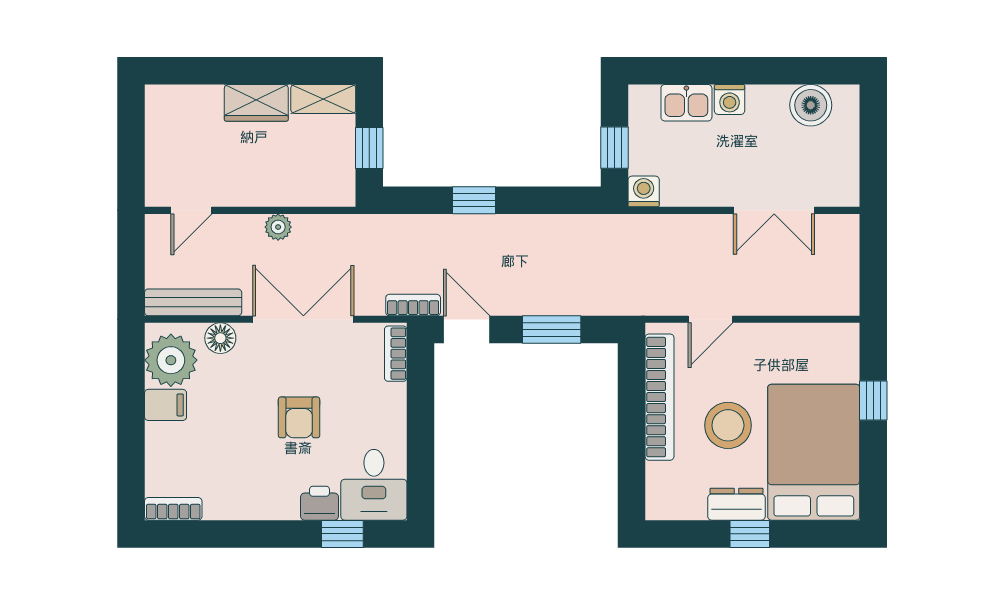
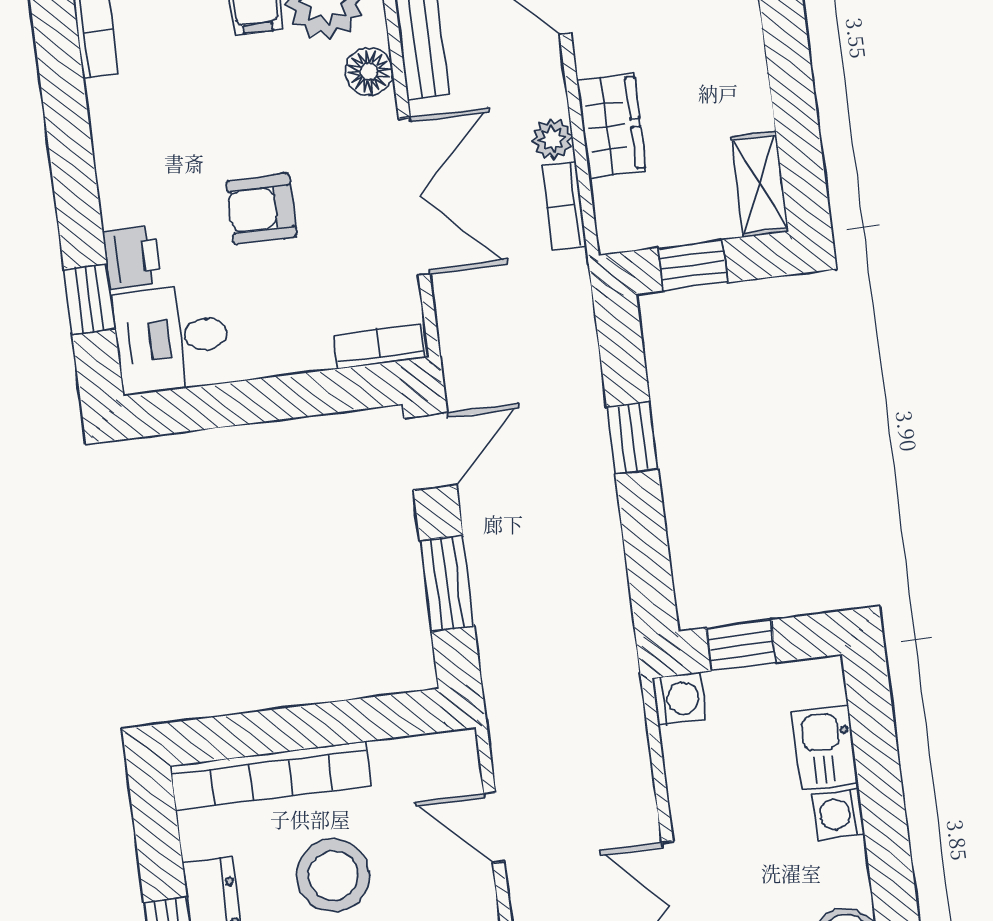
wardrobe: (256, 103) -> (611, 126), moved, turned 180
bookcase: (413, 305) -> (565, 206), moved, turned 180
bookcase: (660, 397) -> (271, 776), moved

